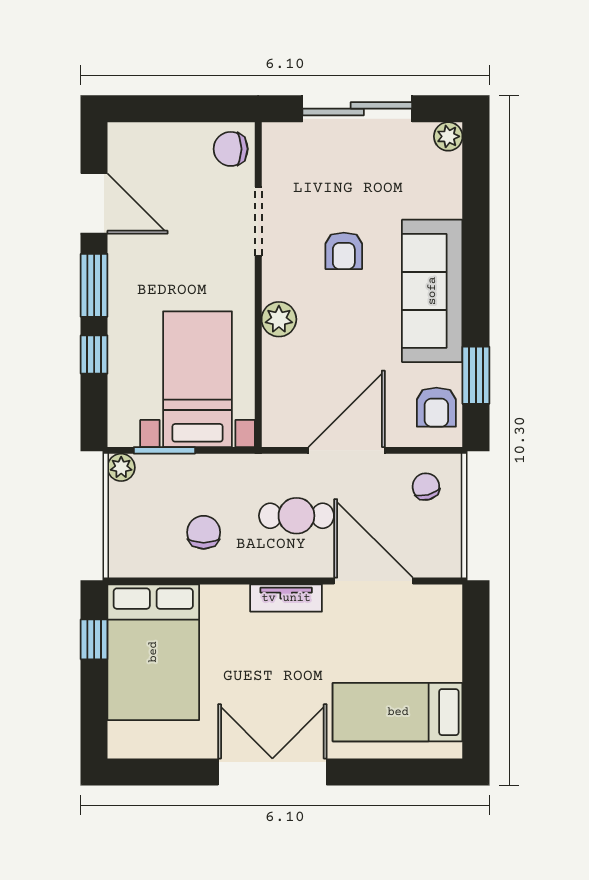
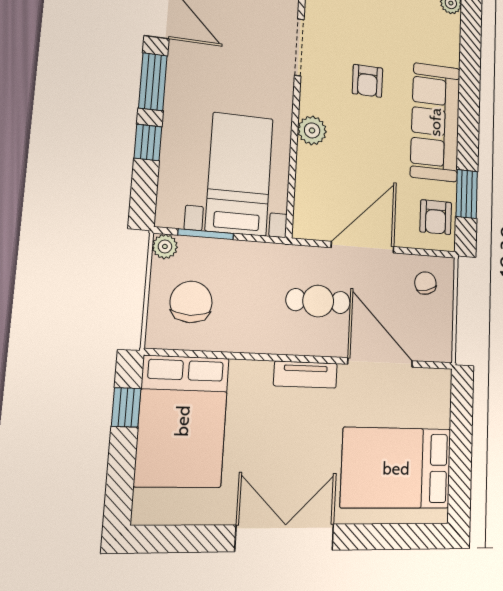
chair: (204, 532) -> (191, 302), moved, width x1.37, depth x1.37
bed: (398, 712) -> (396, 468), width x1.50

